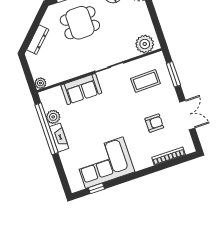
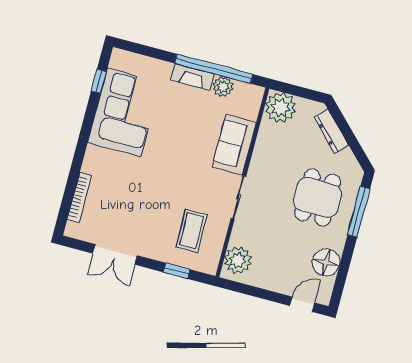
window: (173, 74) -> (177, 271), width x0.67
plant: (40, 83) -> (280, 108), width x1.88, depth x1.88
armchair: (154, 123) -> (132, 207), removed

